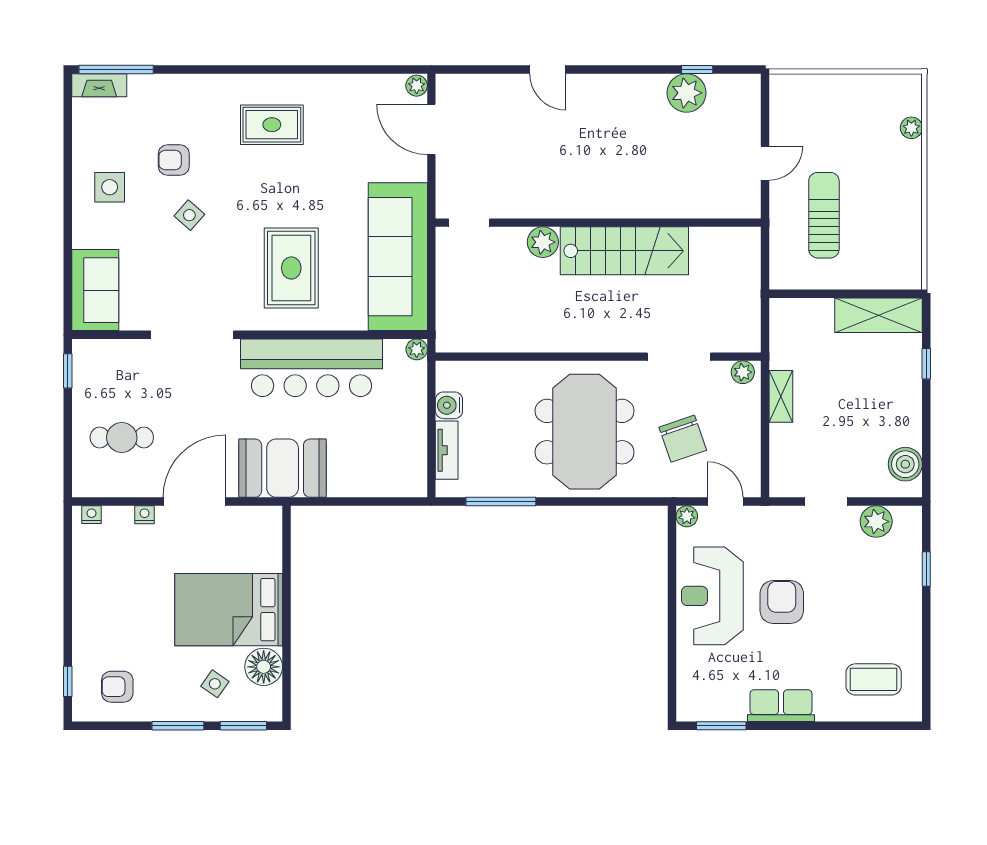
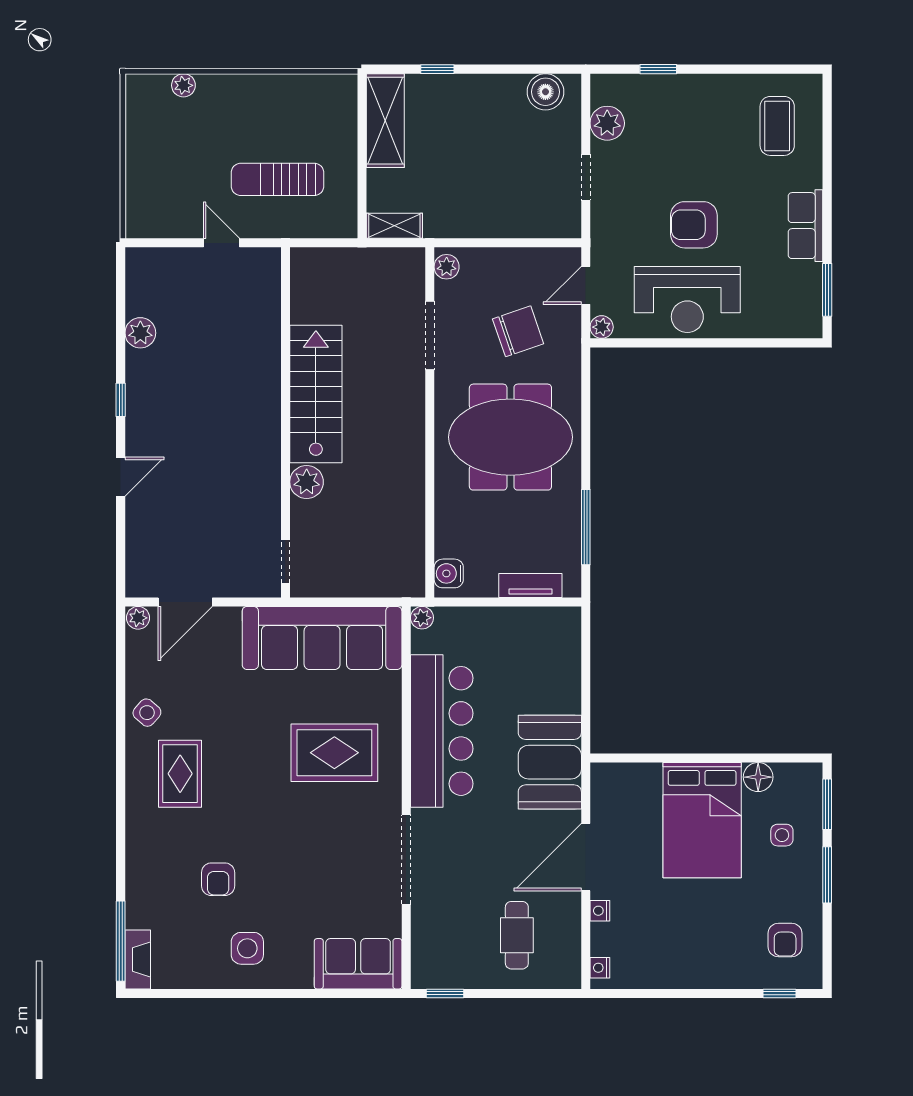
window: (697, 69) -> (121, 400), moved
plant: (687, 93) -> (140, 333), width x0.73, depth x0.73
side table: (189, 215) -> (147, 713), moved
shelving: (781, 396) -> (394, 226), moved
water cooler: (449, 405) -> (449, 573), moved, turned 90
door: (194, 502) -> (586, 857), hinge flipped
floor lamp: (264, 667) -> (758, 777), width x0.73, depth x0.73
side table: (215, 684) -> (782, 835), turned -35

